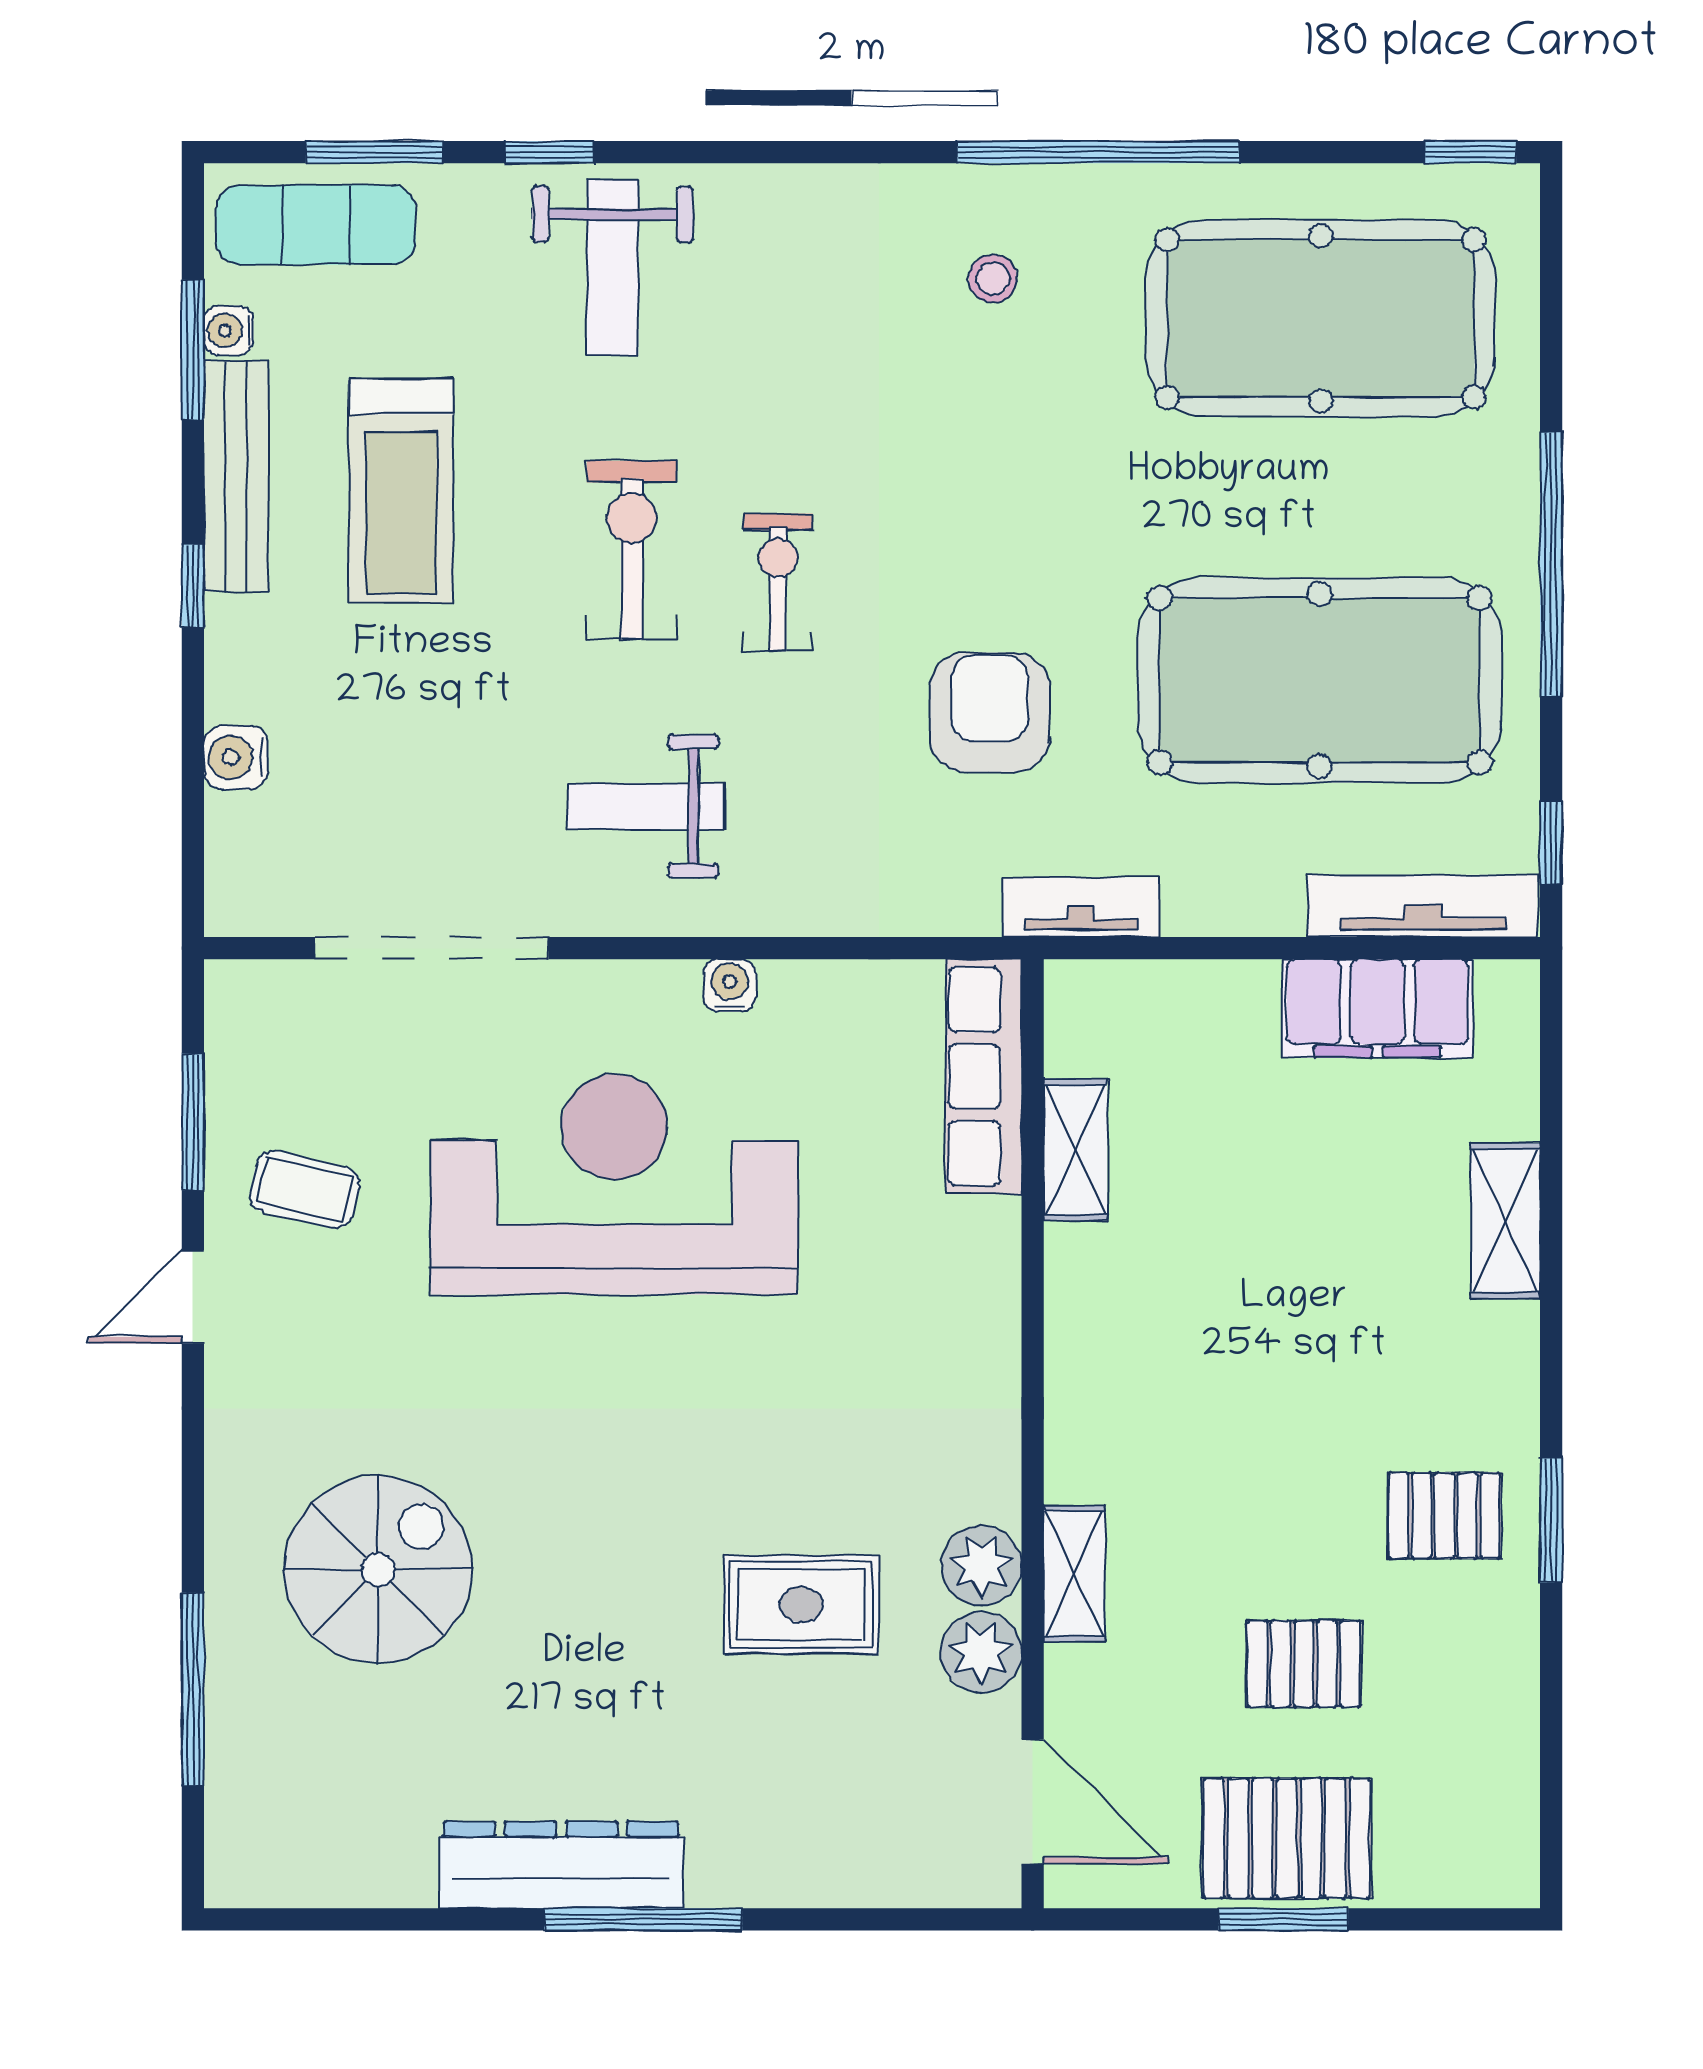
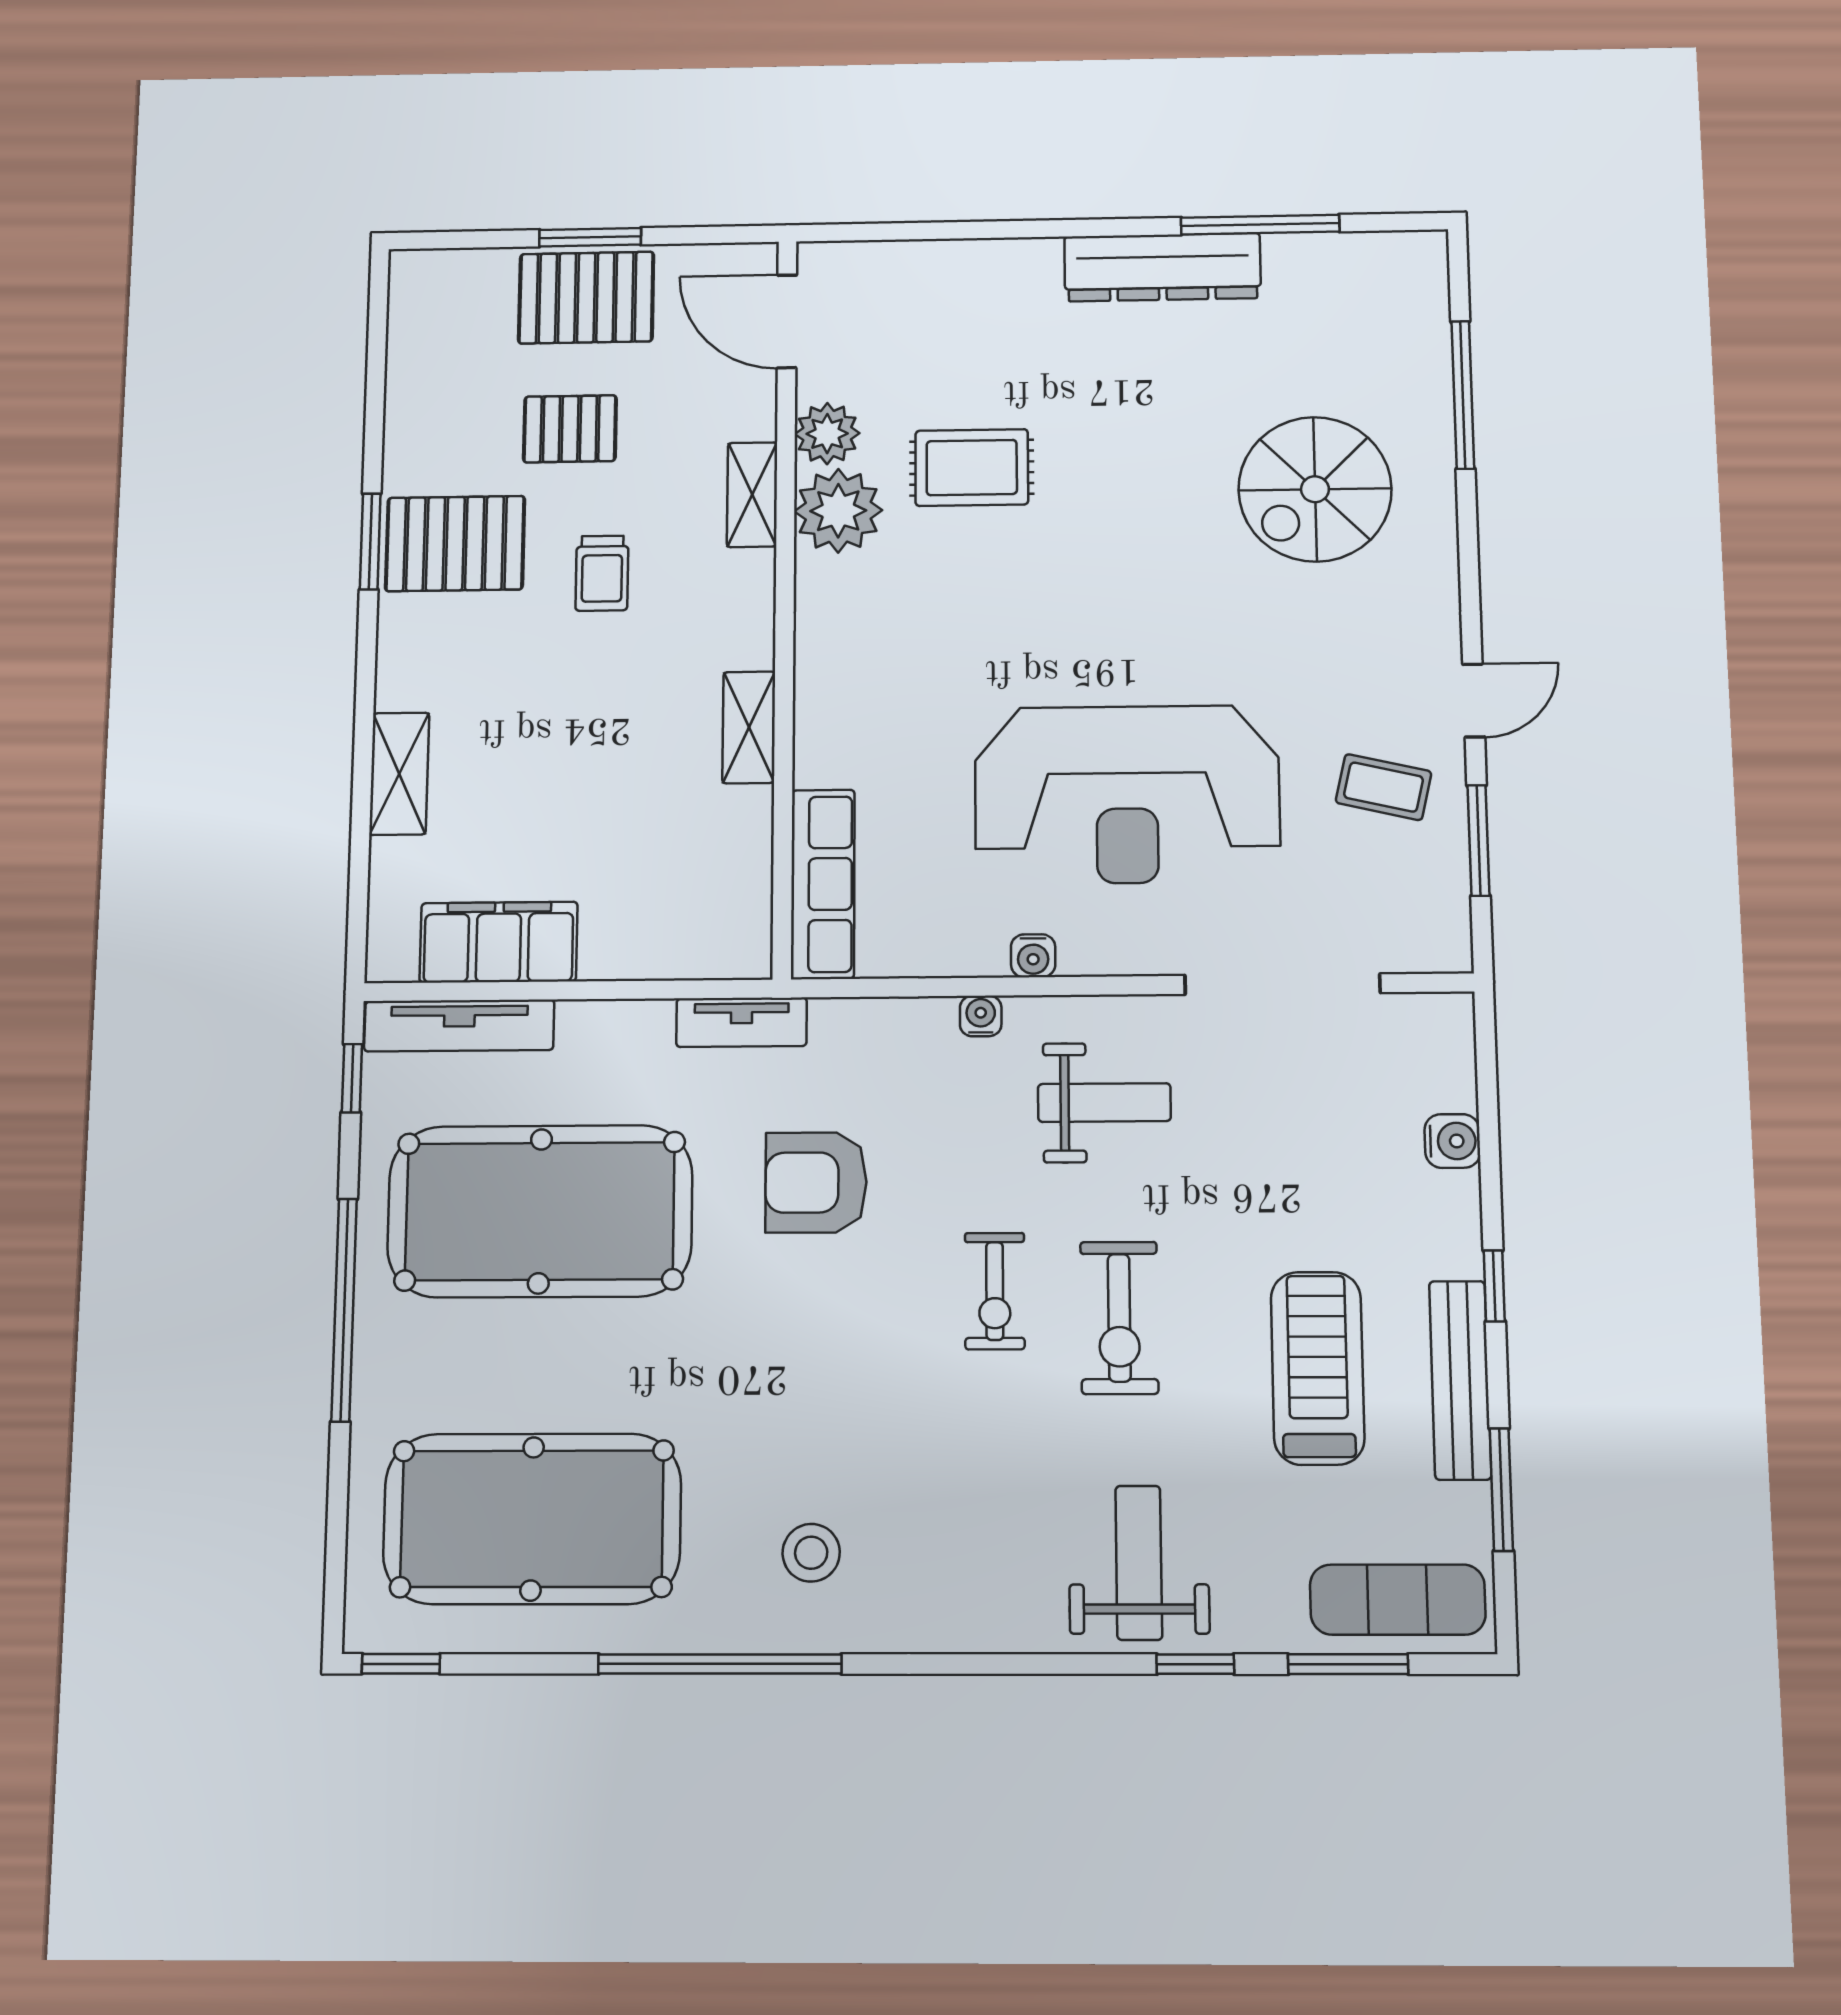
stool: (993, 279) -> (811, 1553), width x1.37, depth x1.37
water cooler: (229, 330) -> (981, 1016), moved, turned -90
armchair: (990, 713) -> (816, 1182), turned 90
shelving: (1075, 1150) -> (749, 727), moved
trolley: (1260, 1474) -> (602, 573), added
pallet: (1444, 1516) -> (455, 544), width x1.50, depth x1.42
plant: (981, 1566) -> (838, 511), width x1.36, depth x1.36
window: (643, 1919) -> (1260, 225), moved

